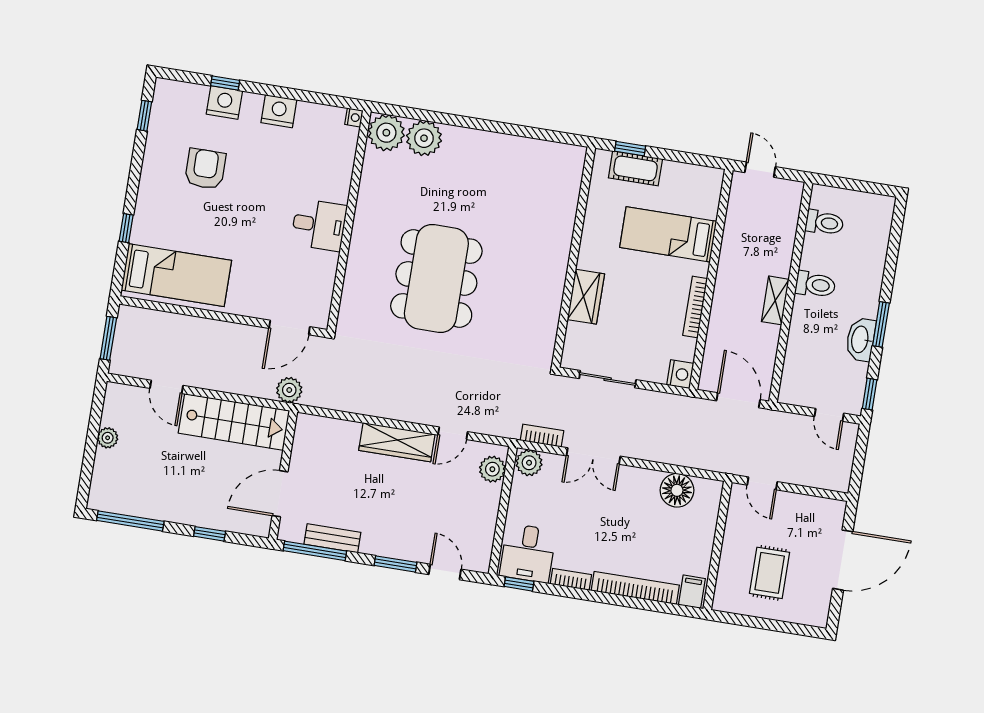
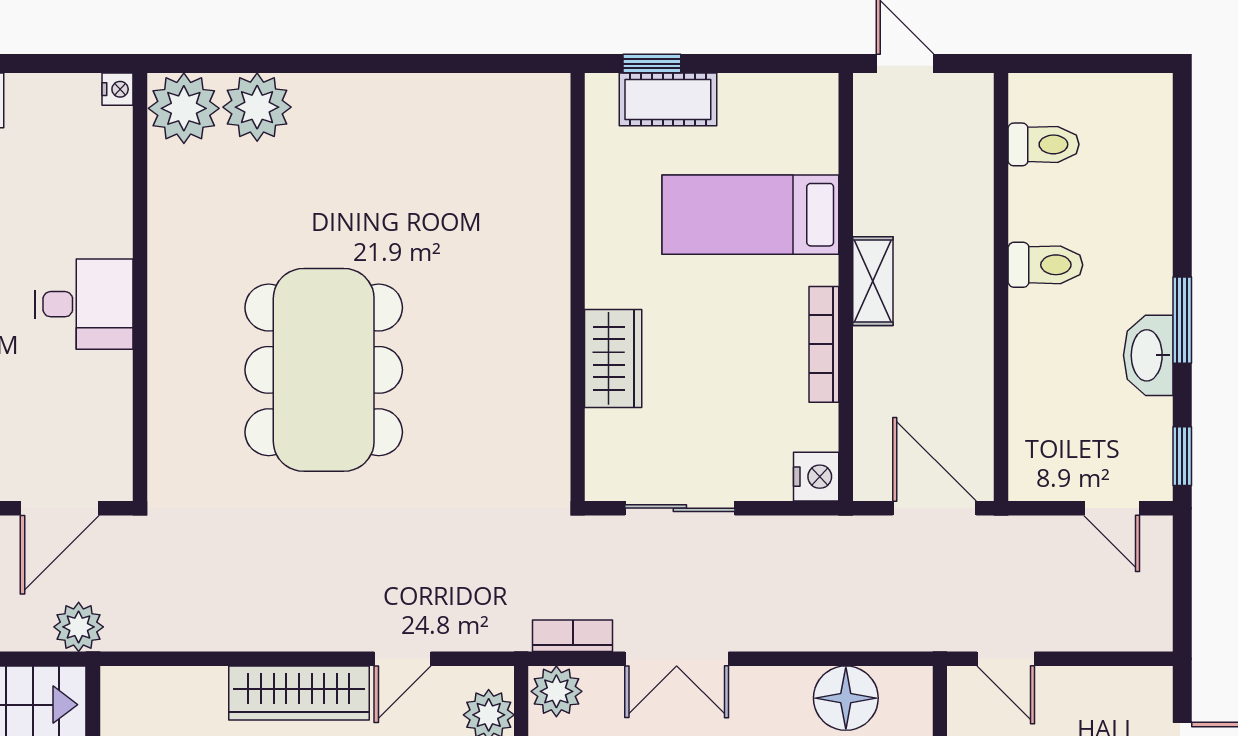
shelving: (775, 300) -> (873, 281), moved

